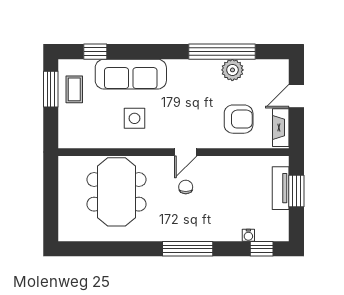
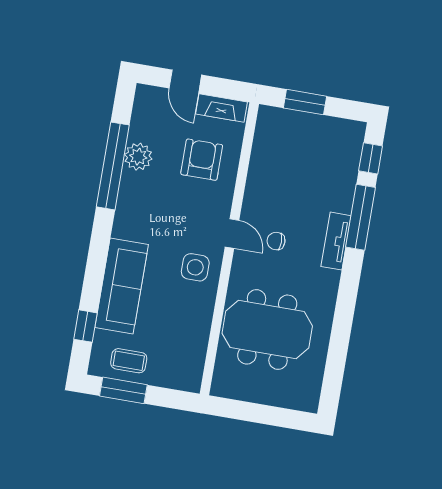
side table: (134, 118) -> (195, 267), moved
tv unit: (281, 188) -> (336, 241), moved, turned 90
water cooler: (248, 235) -> (351, 172), removed
window: (188, 249) -> (361, 217), moved

